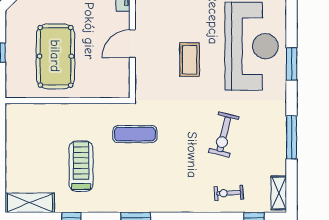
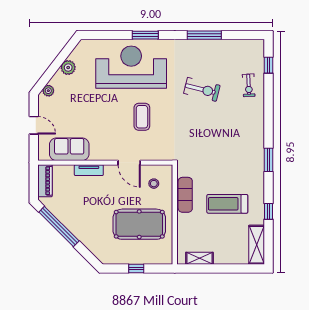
coffee table: (190, 60) -> (142, 117), turned 90
stool: (106, 74) -> (154, 184), added
exercise mat: (135, 134) -> (185, 195), moved
shelving: (279, 193) -> (199, 258), moved

